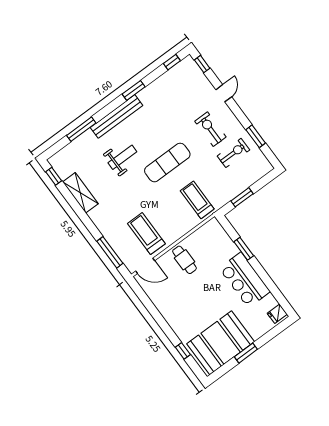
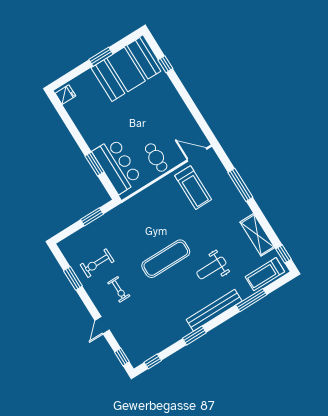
exercise bike: (210, 129) -> (119, 289), width x0.73, depth x0.72
treadmill: (197, 200) -> (265, 274), moved, turned 90
window: (110, 252) -> (240, 185), moved
bar counter: (245, 280) -> (117, 166), moved

